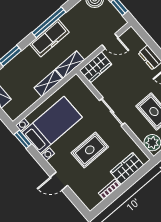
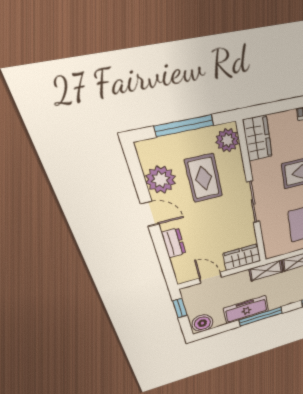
freezer: (49, 38) -> (246, 310), moved
wardrobe: (127, 168) -> (258, 138), moved, turned -90

